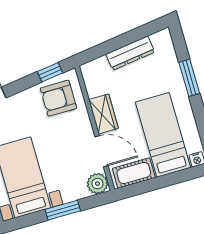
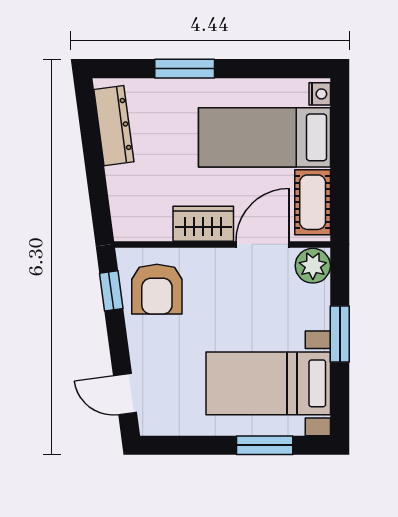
dresser: (130, 53) -> (114, 126), moved

